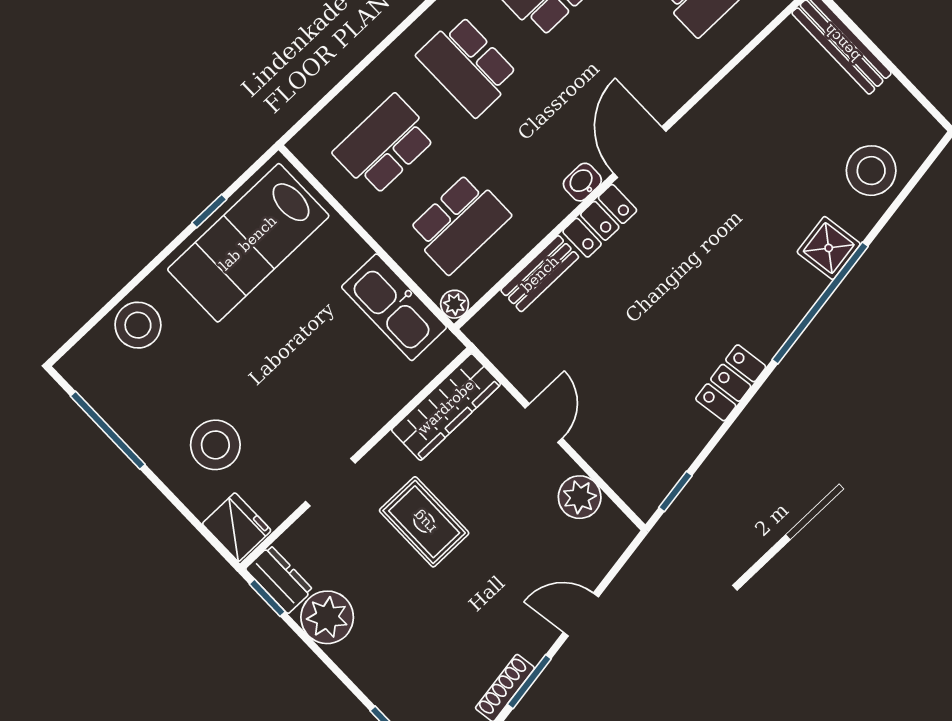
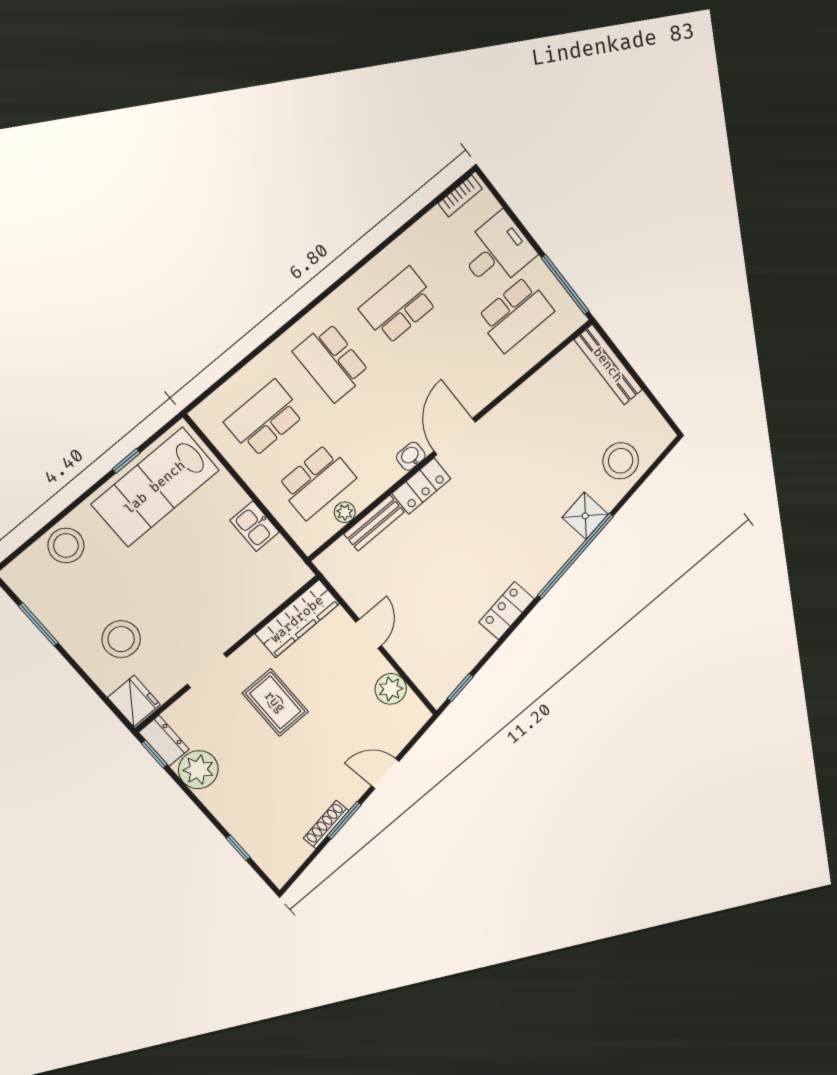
plant: (455, 304) -> (345, 512), moved
kitchen sink: (394, 307) -> (255, 526), width x0.53, depth x0.81
window: (108, 430) -> (38, 624), width x0.69

